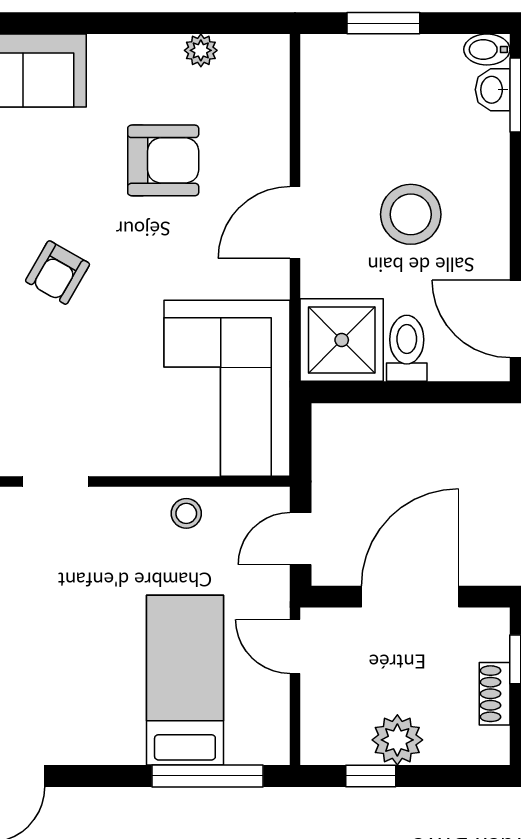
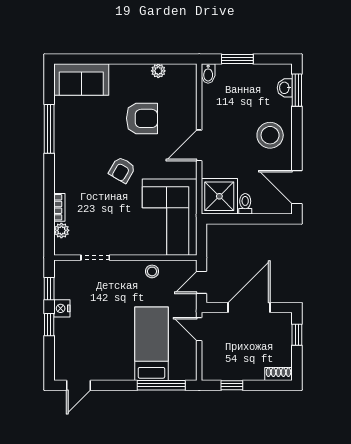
bidet: (487, 49) -> (208, 74), moved, turned -90
stool: (411, 214) -> (270, 135), moved
armchair: (58, 273) -> (122, 170), moved
toilet: (407, 348) -> (245, 204), width x0.73, depth x0.72
shoe rack: (495, 694) -> (278, 374), moved, turned 90
plant: (397, 740) -> (243, 370), removed

